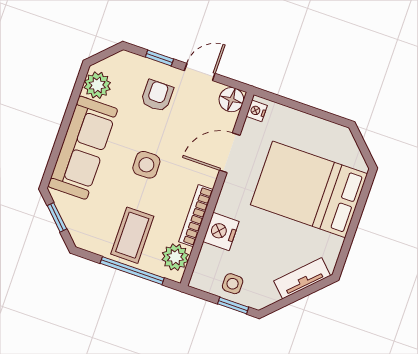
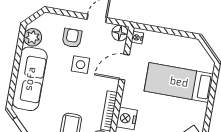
window: (159, 58) -> (70, 14), removed
side table: (146, 165) -> (81, 65), moved
bed: (309, 189) -> (179, 82), width x0.67

